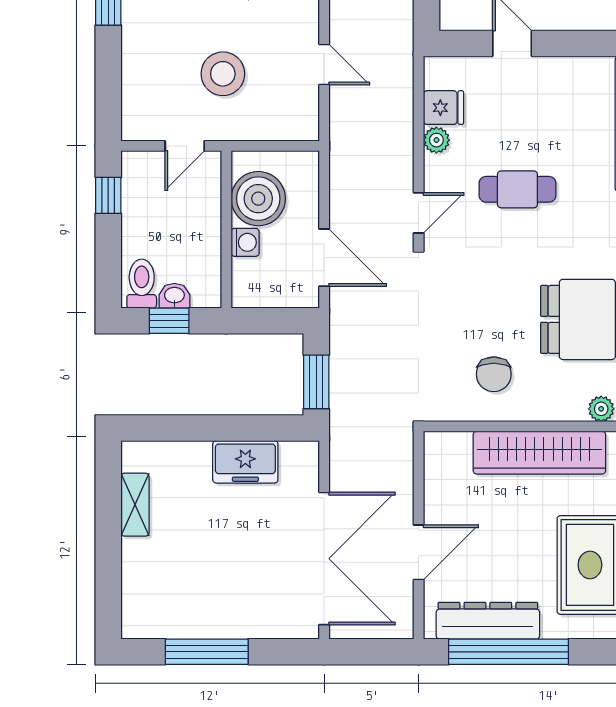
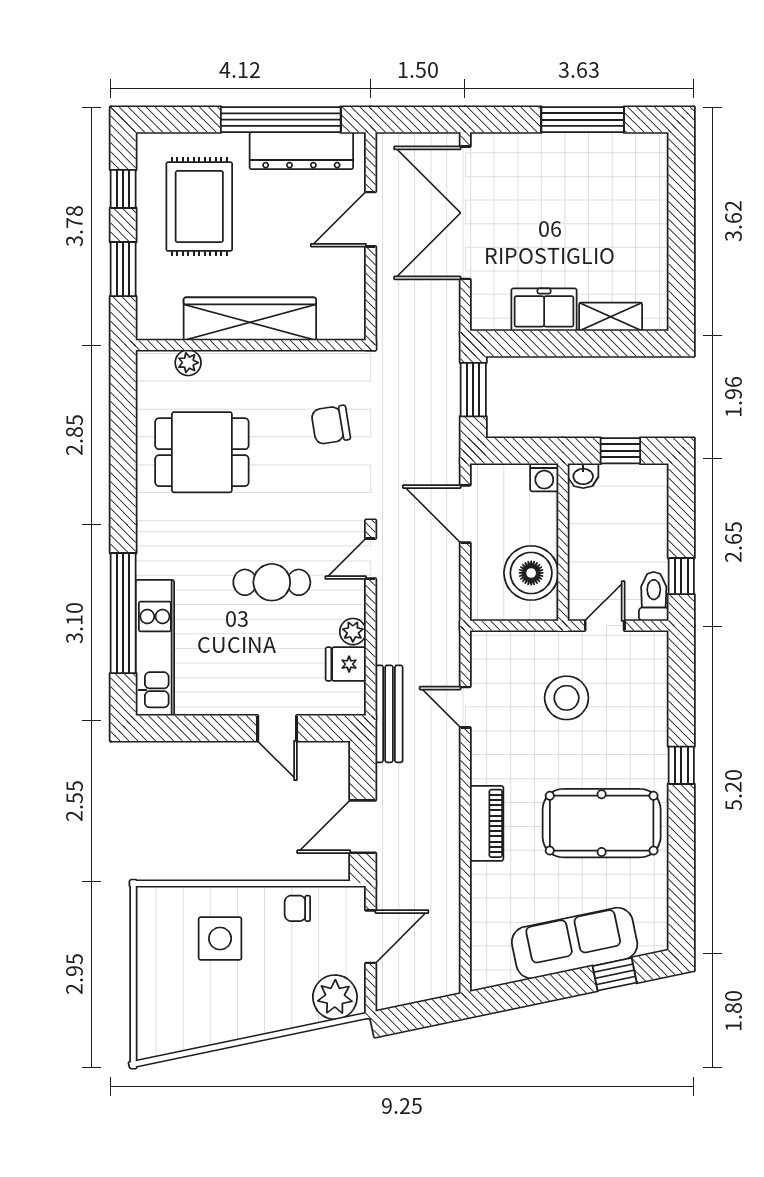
bench: (400, 58) -> (389, 714), added
washing machine: (245, 242) -> (544, 477), moved, turned -90
toilet: (142, 284) -> (654, 596), moved, turned 180
washbasin: (174, 296) -> (583, 476), moved
chair: (494, 374) -> (331, 425), moved, turned -99
shelving: (135, 505) -> (611, 317), moved, turned 90

